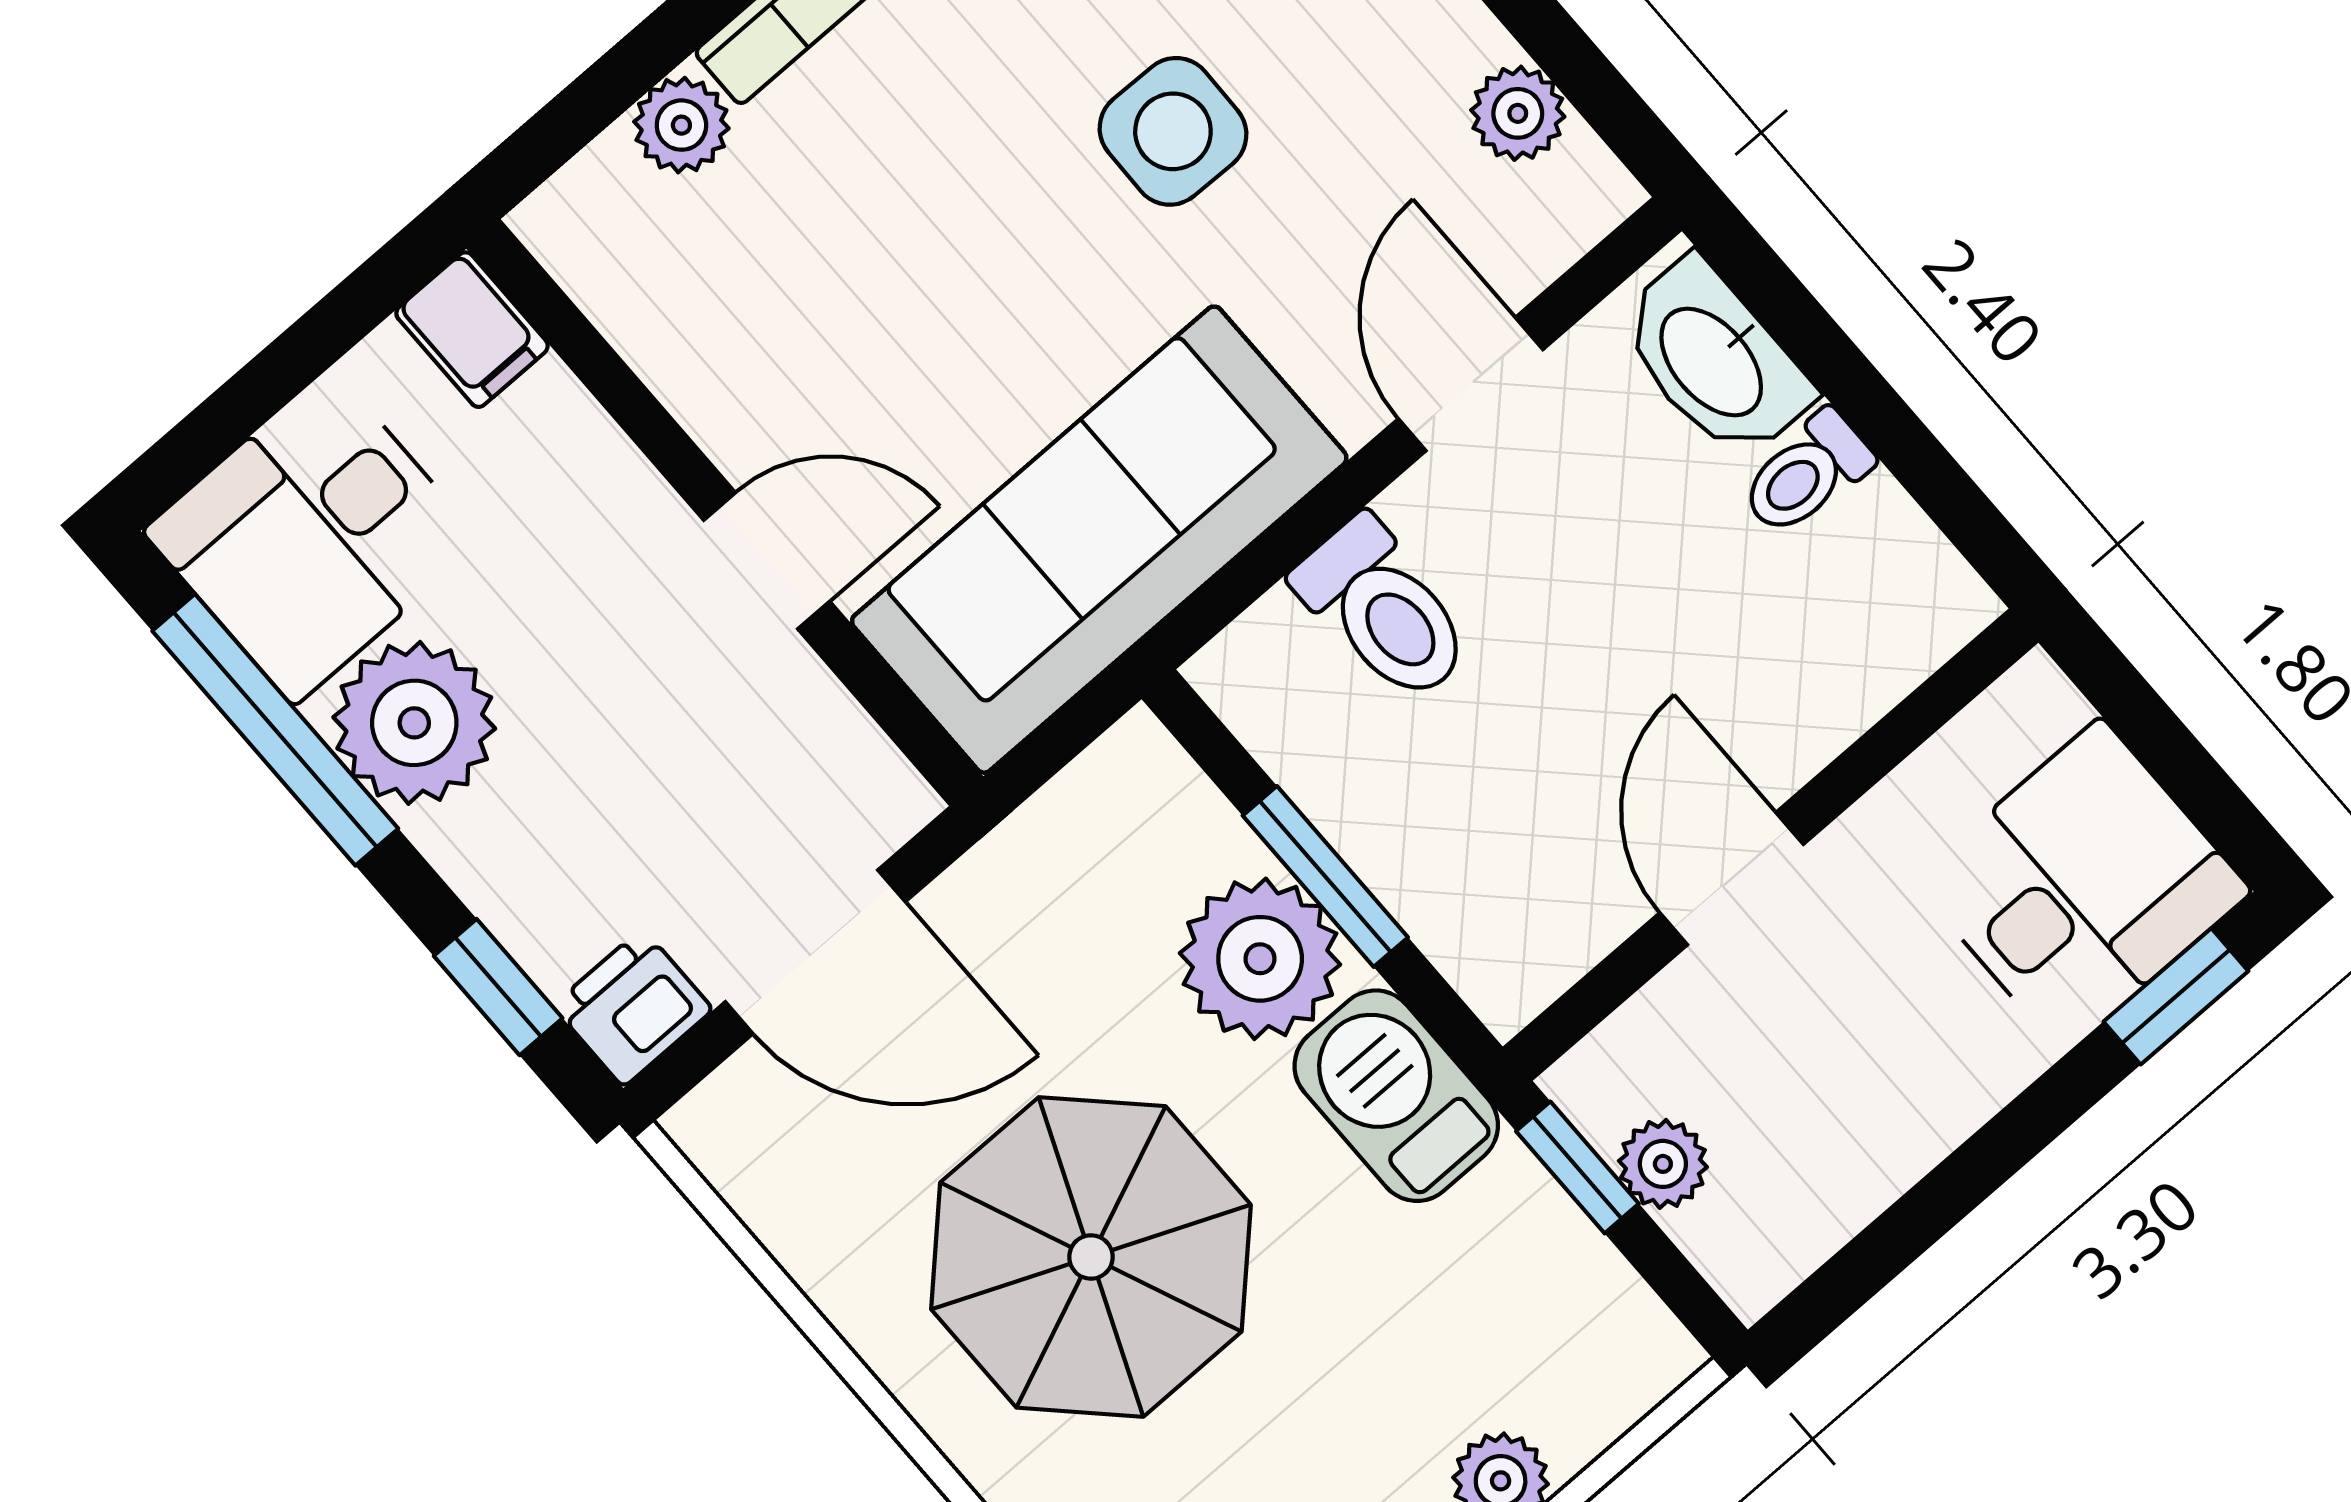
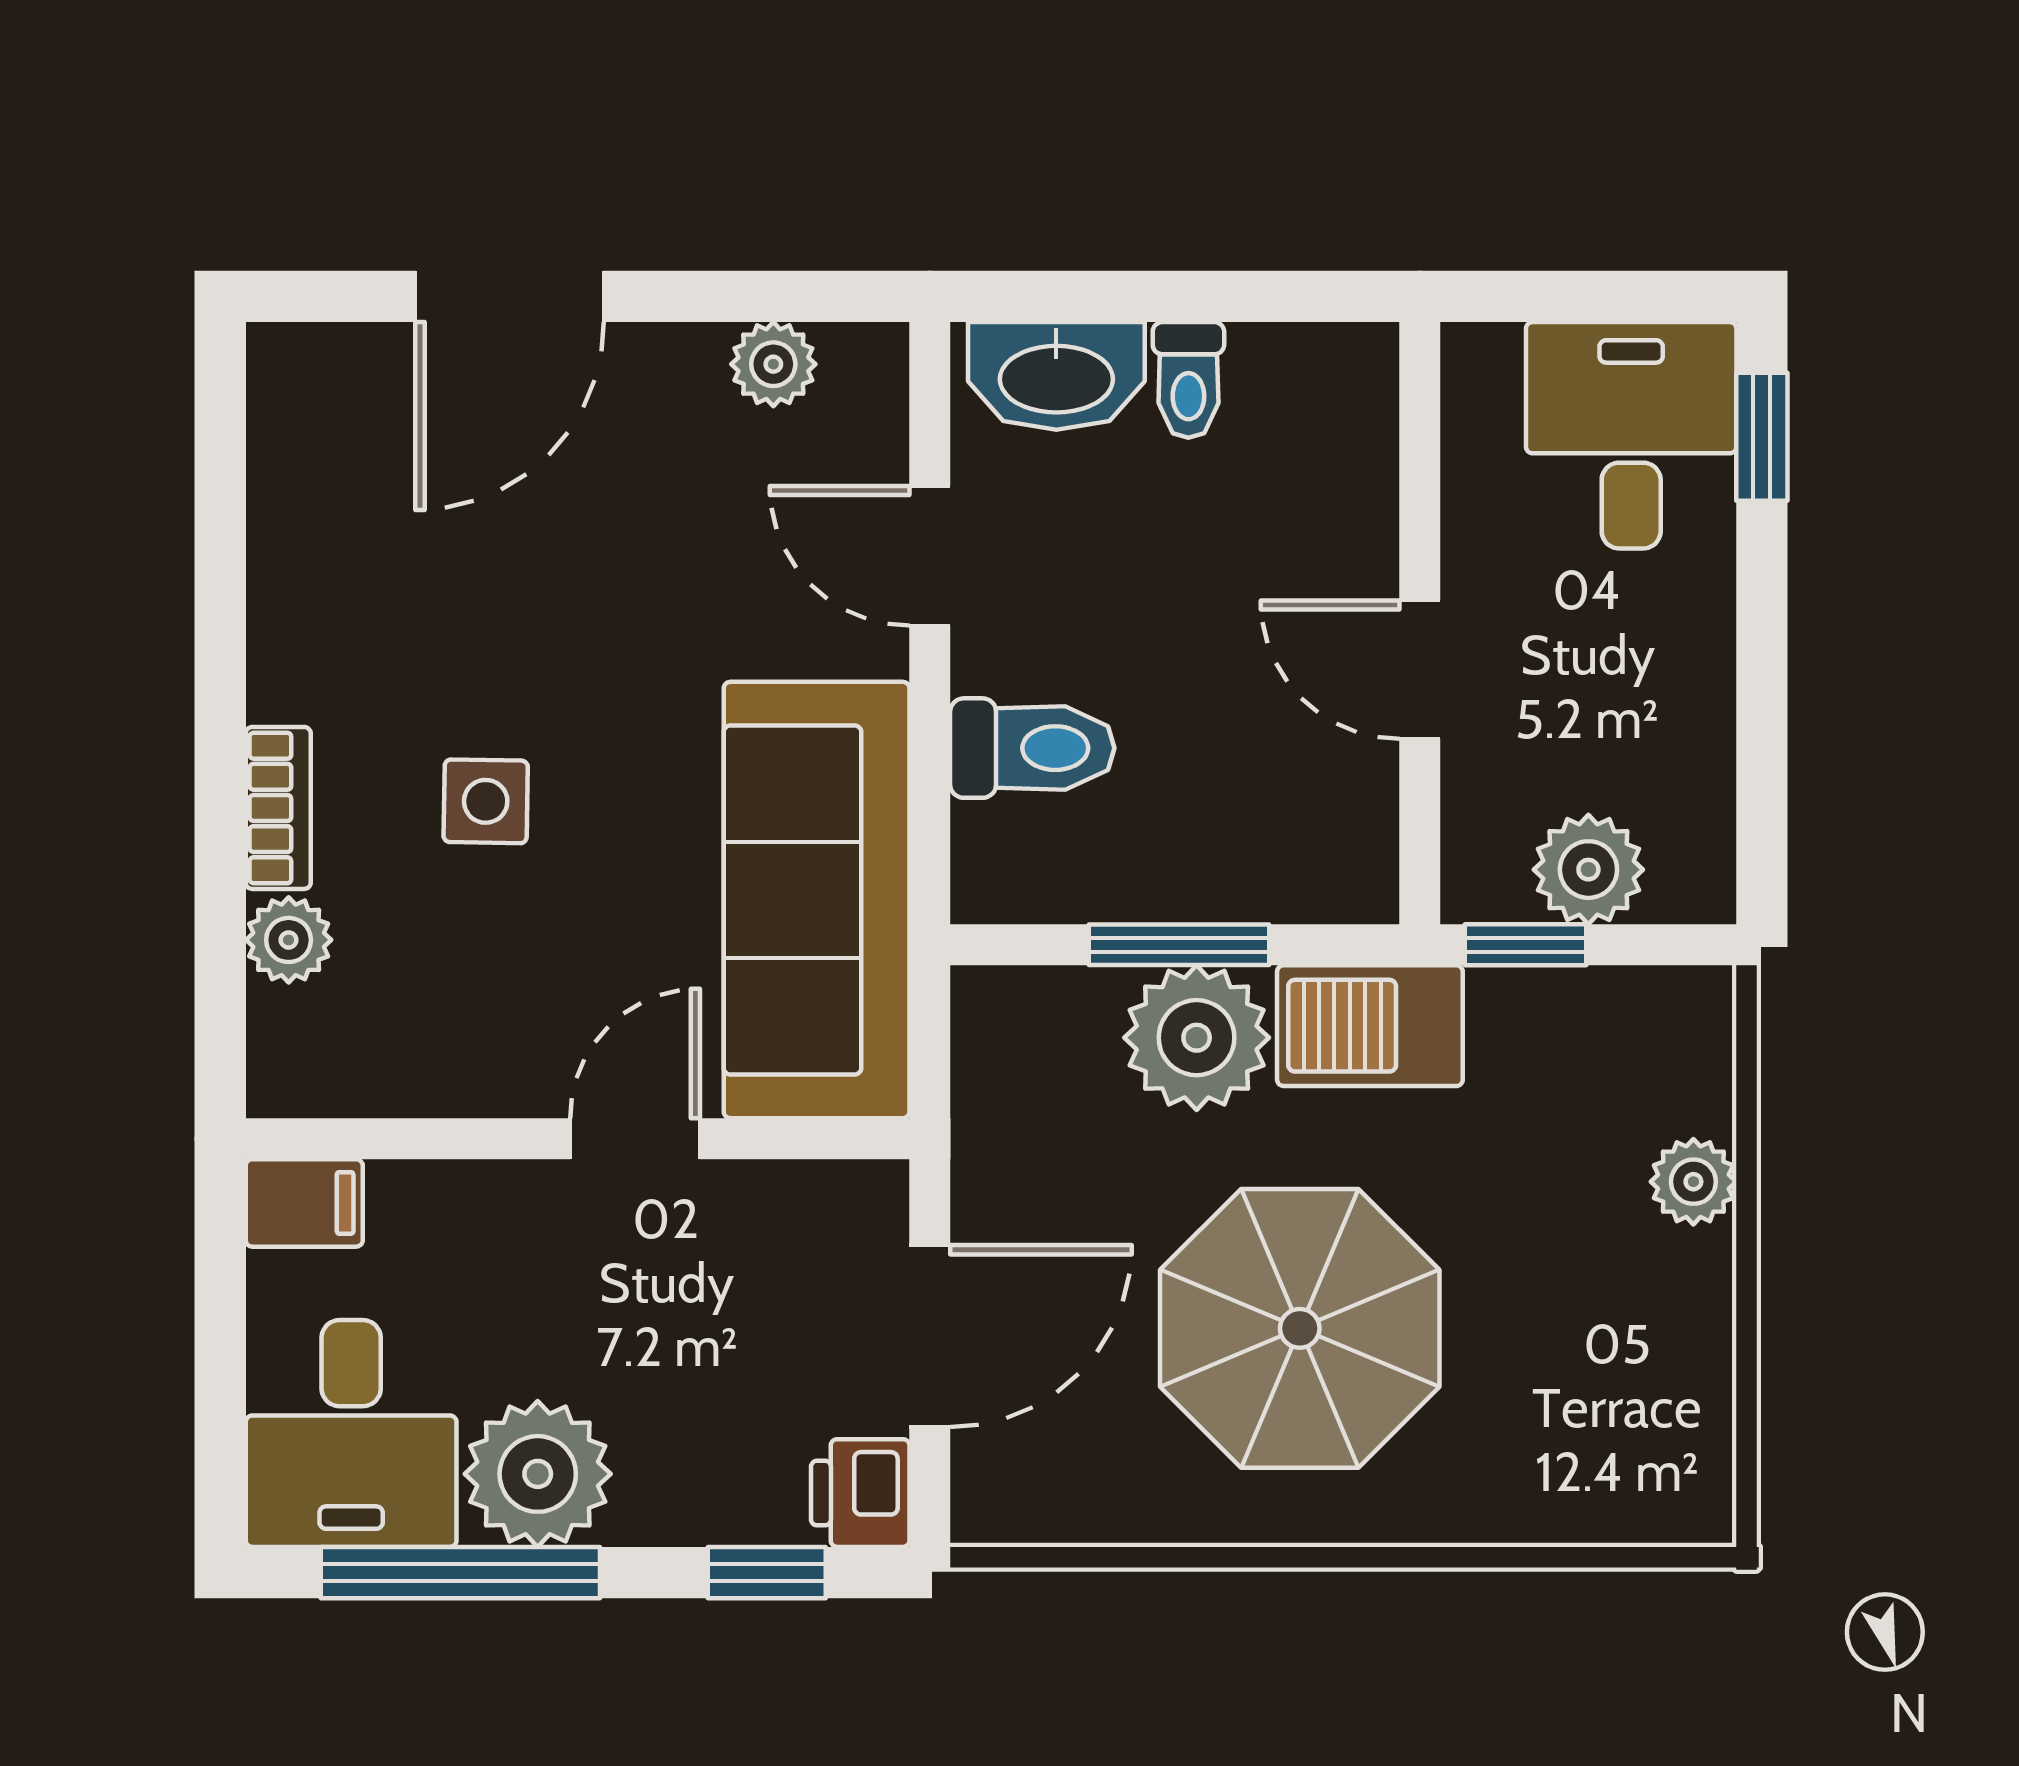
side table: (1173, 131) -> (486, 801), moved, width x0.73, depth x0.73
plant: (1663, 1164) -> (1588, 870), width x1.38, depth x1.38

